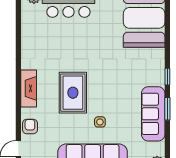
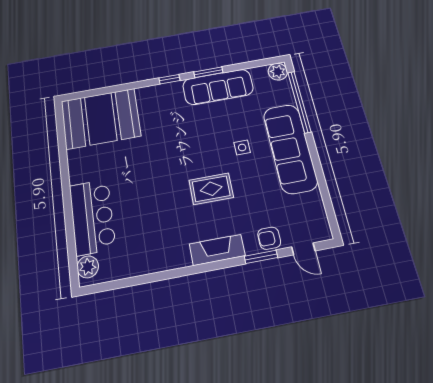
rug: (73, 93) -> (211, 189), width x0.73, depth x0.70
window: (18, 118) -> (261, 257), added

